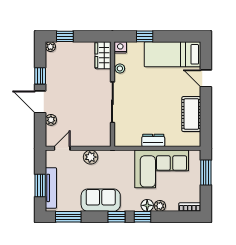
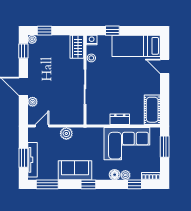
window: (40, 76) -> (23, 51), moved
cot: (191, 114) -> (152, 110), moved
window: (143, 217) -> (134, 184), moved

